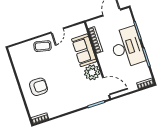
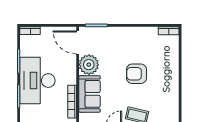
armchair: (39, 87) -> (136, 74), moved

